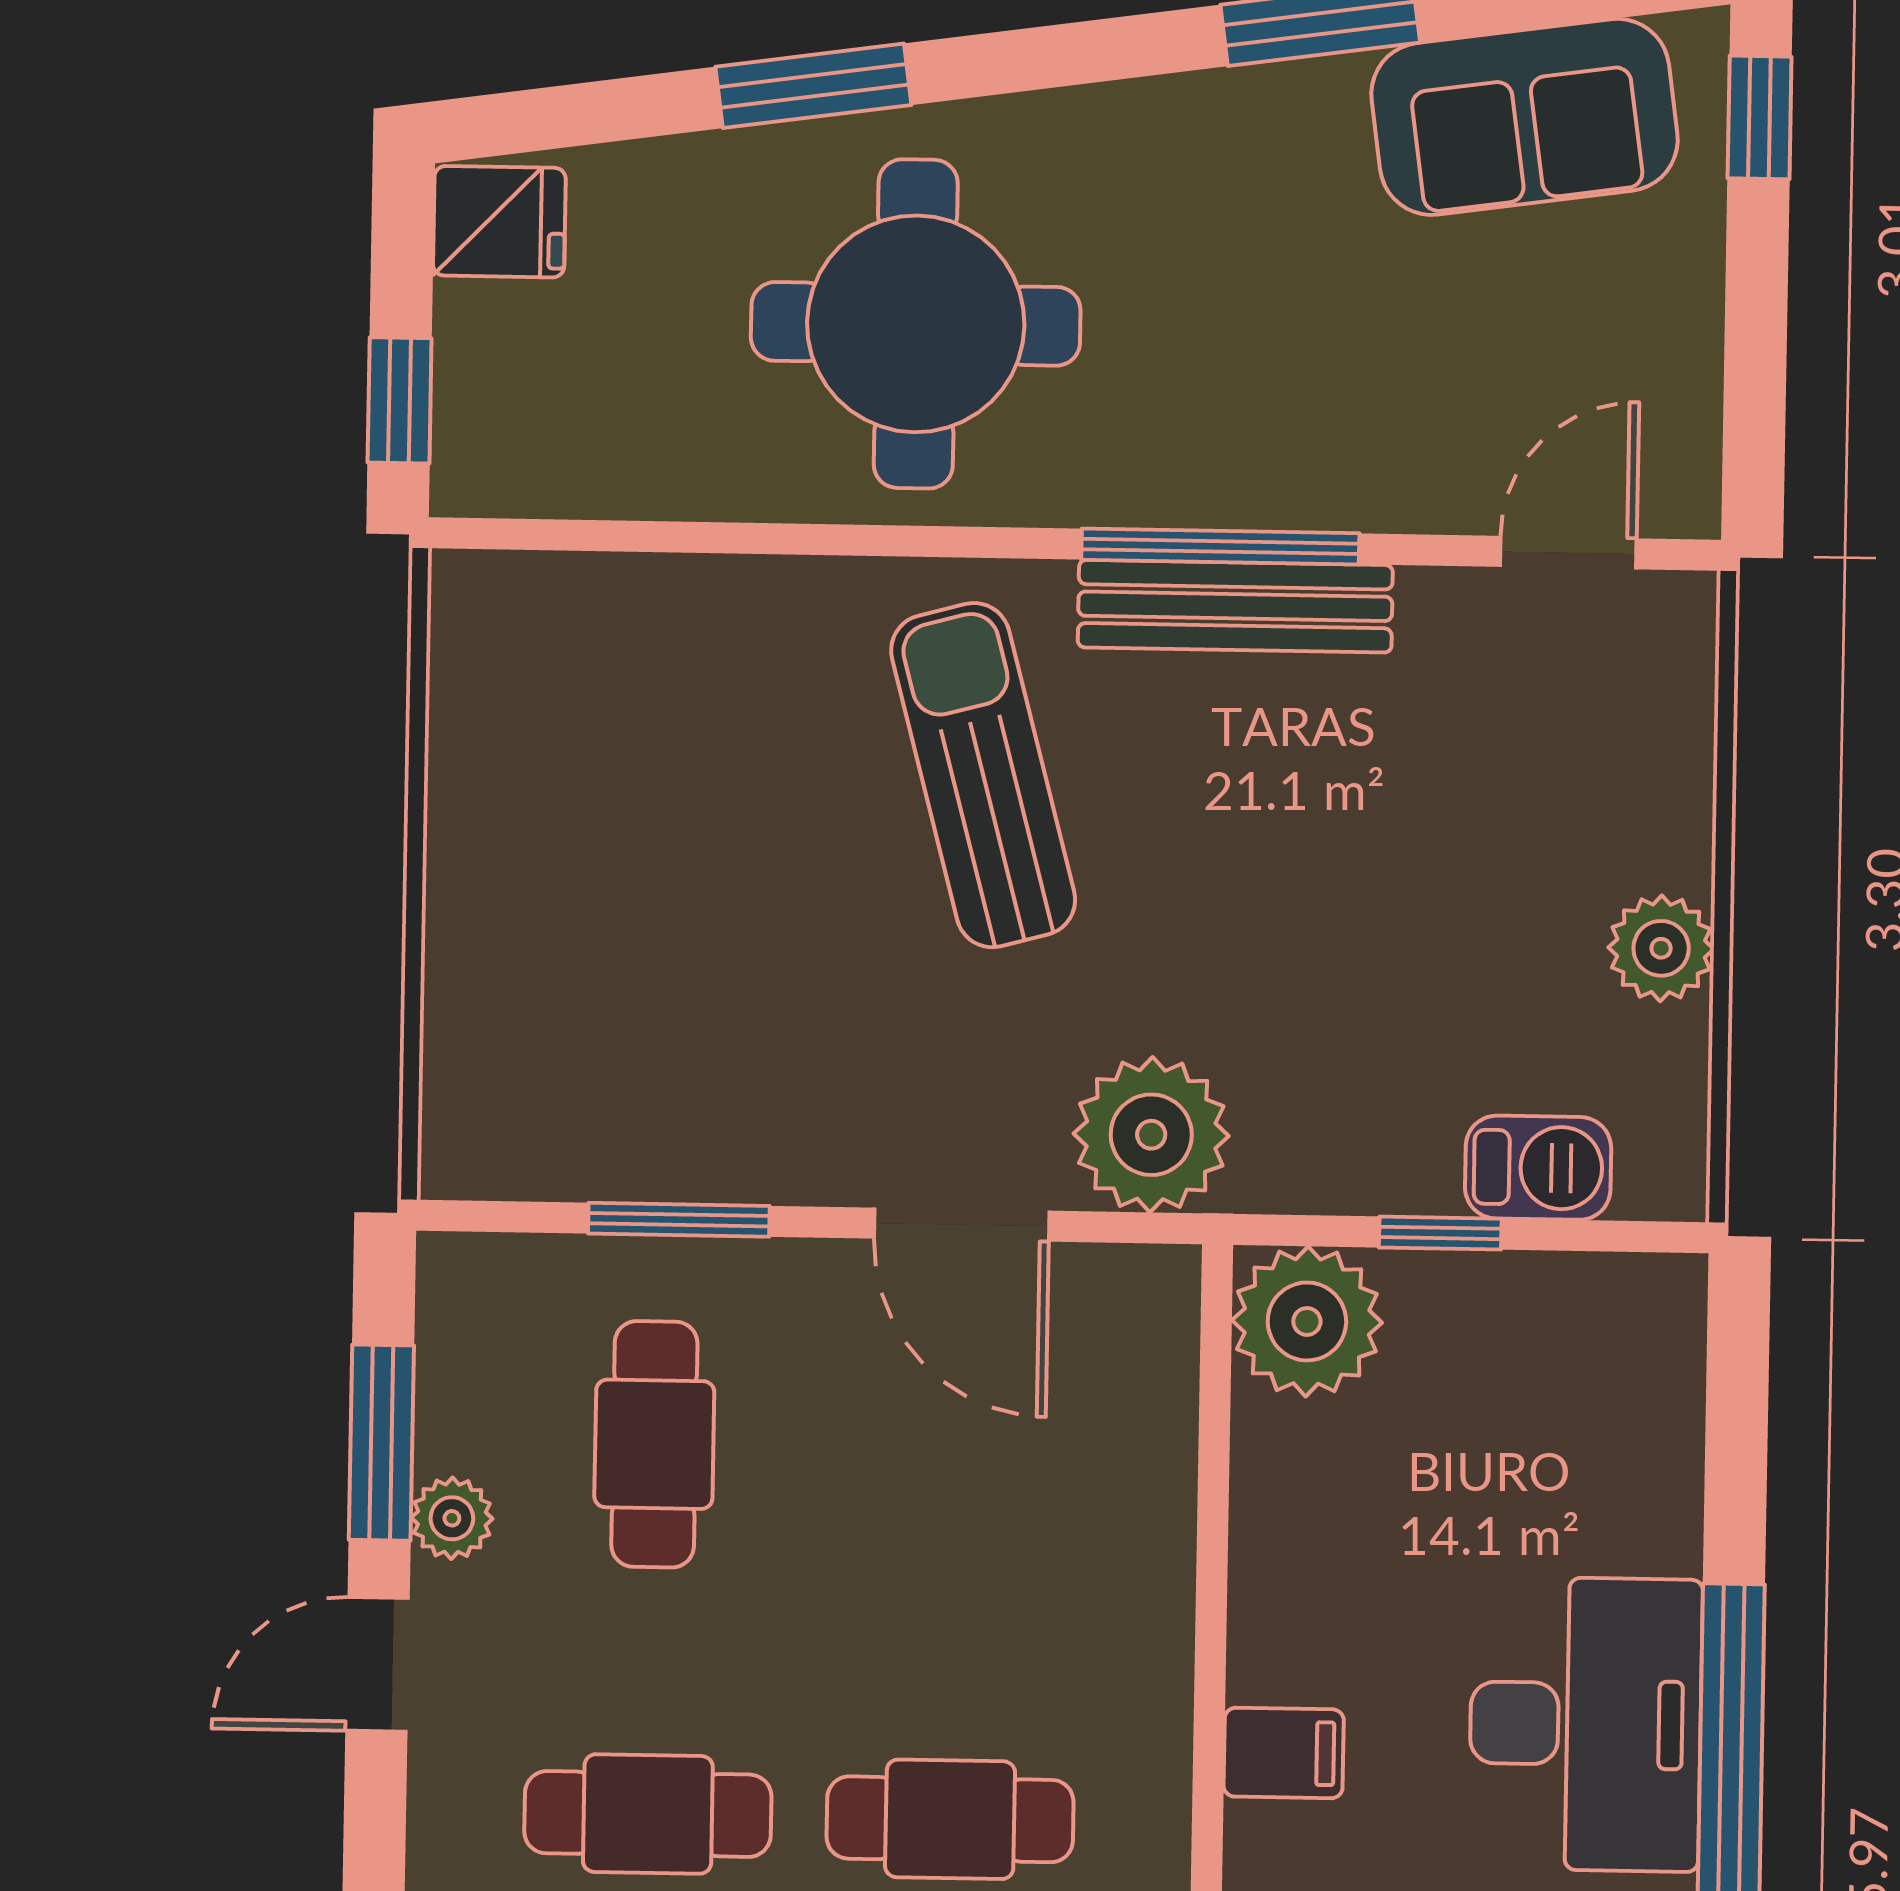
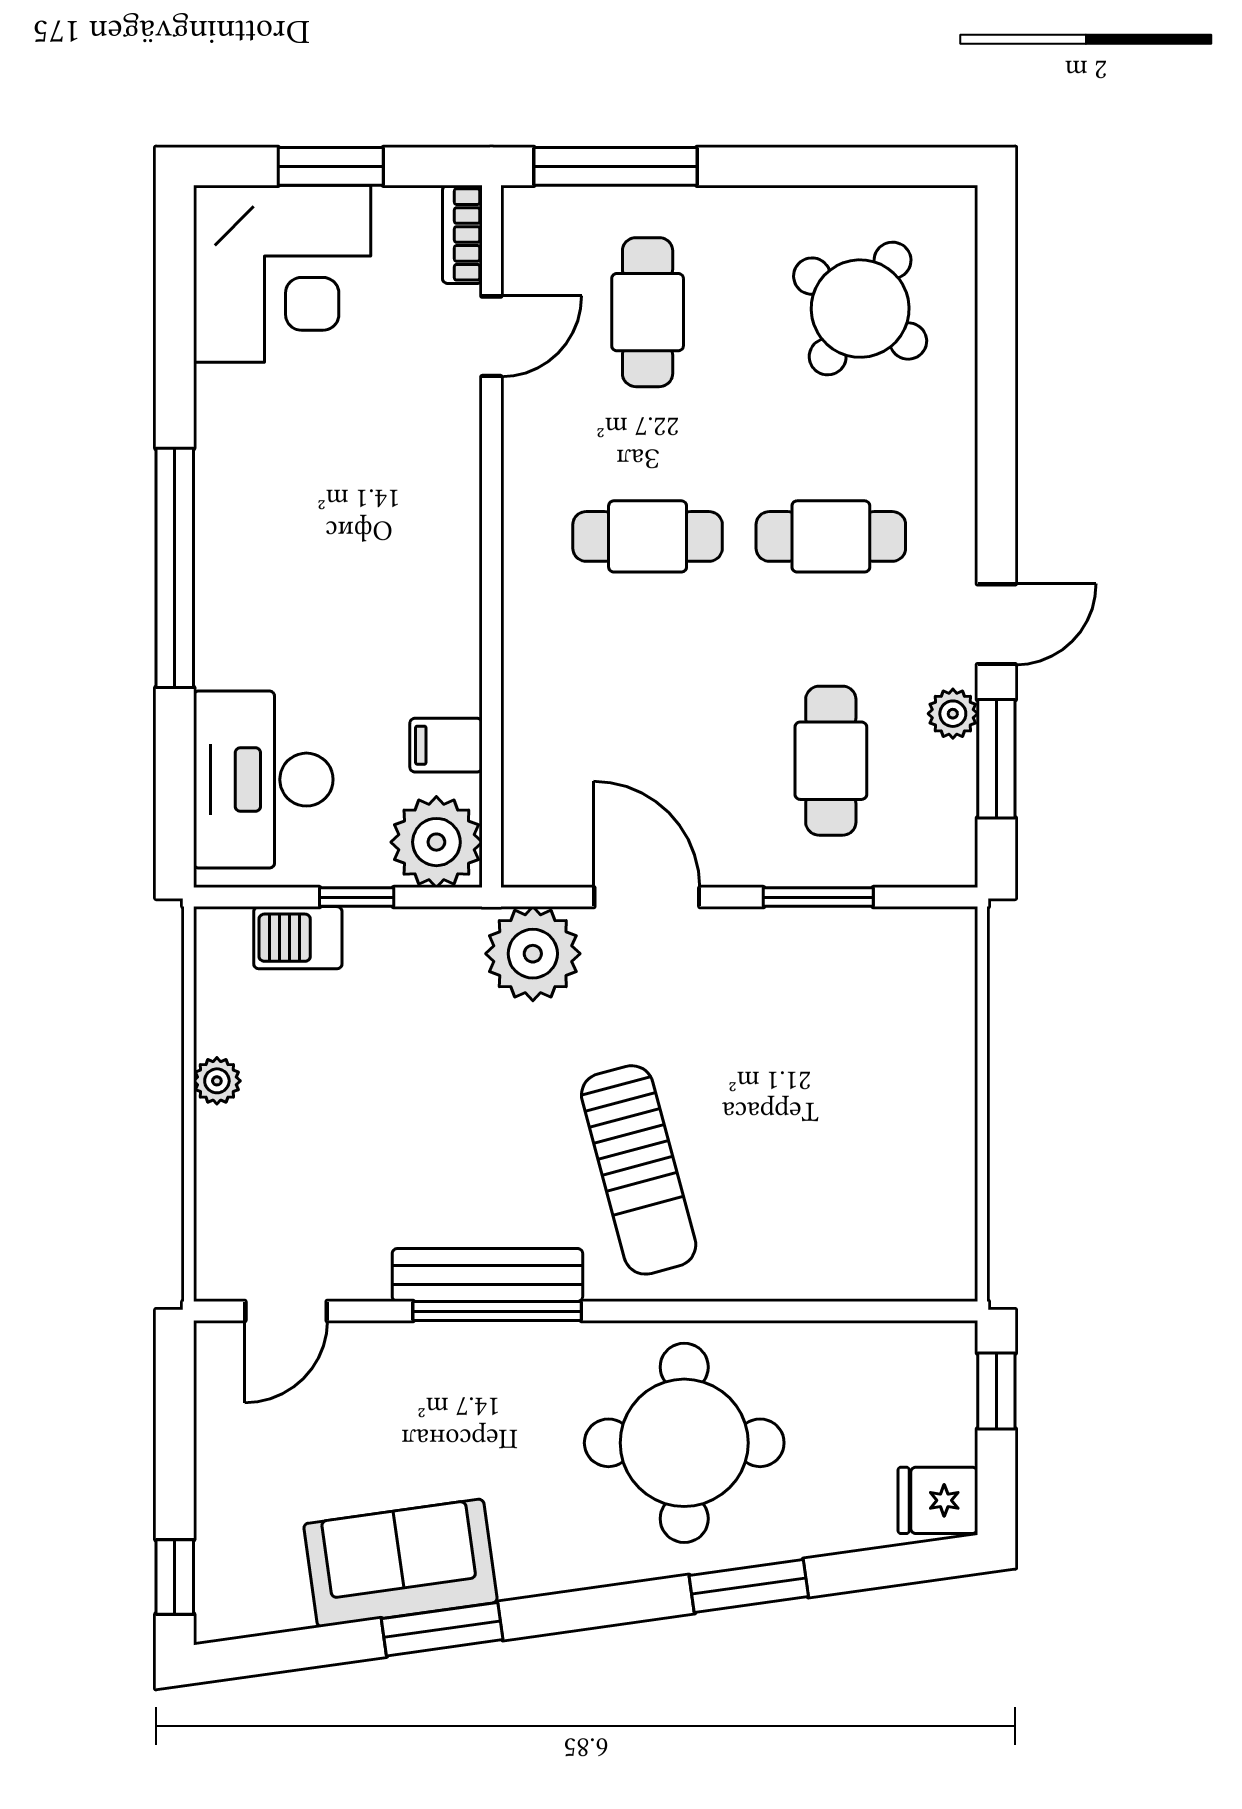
sofa: (1524, 117) -> (401, 1563), moved
plant: (1661, 948) -> (217, 1081), width x0.73, depth x0.73
desk: (1586, 1724) -> (263, 780), moved
filing cabinet: (1284, 1753) -> (446, 745), moved

